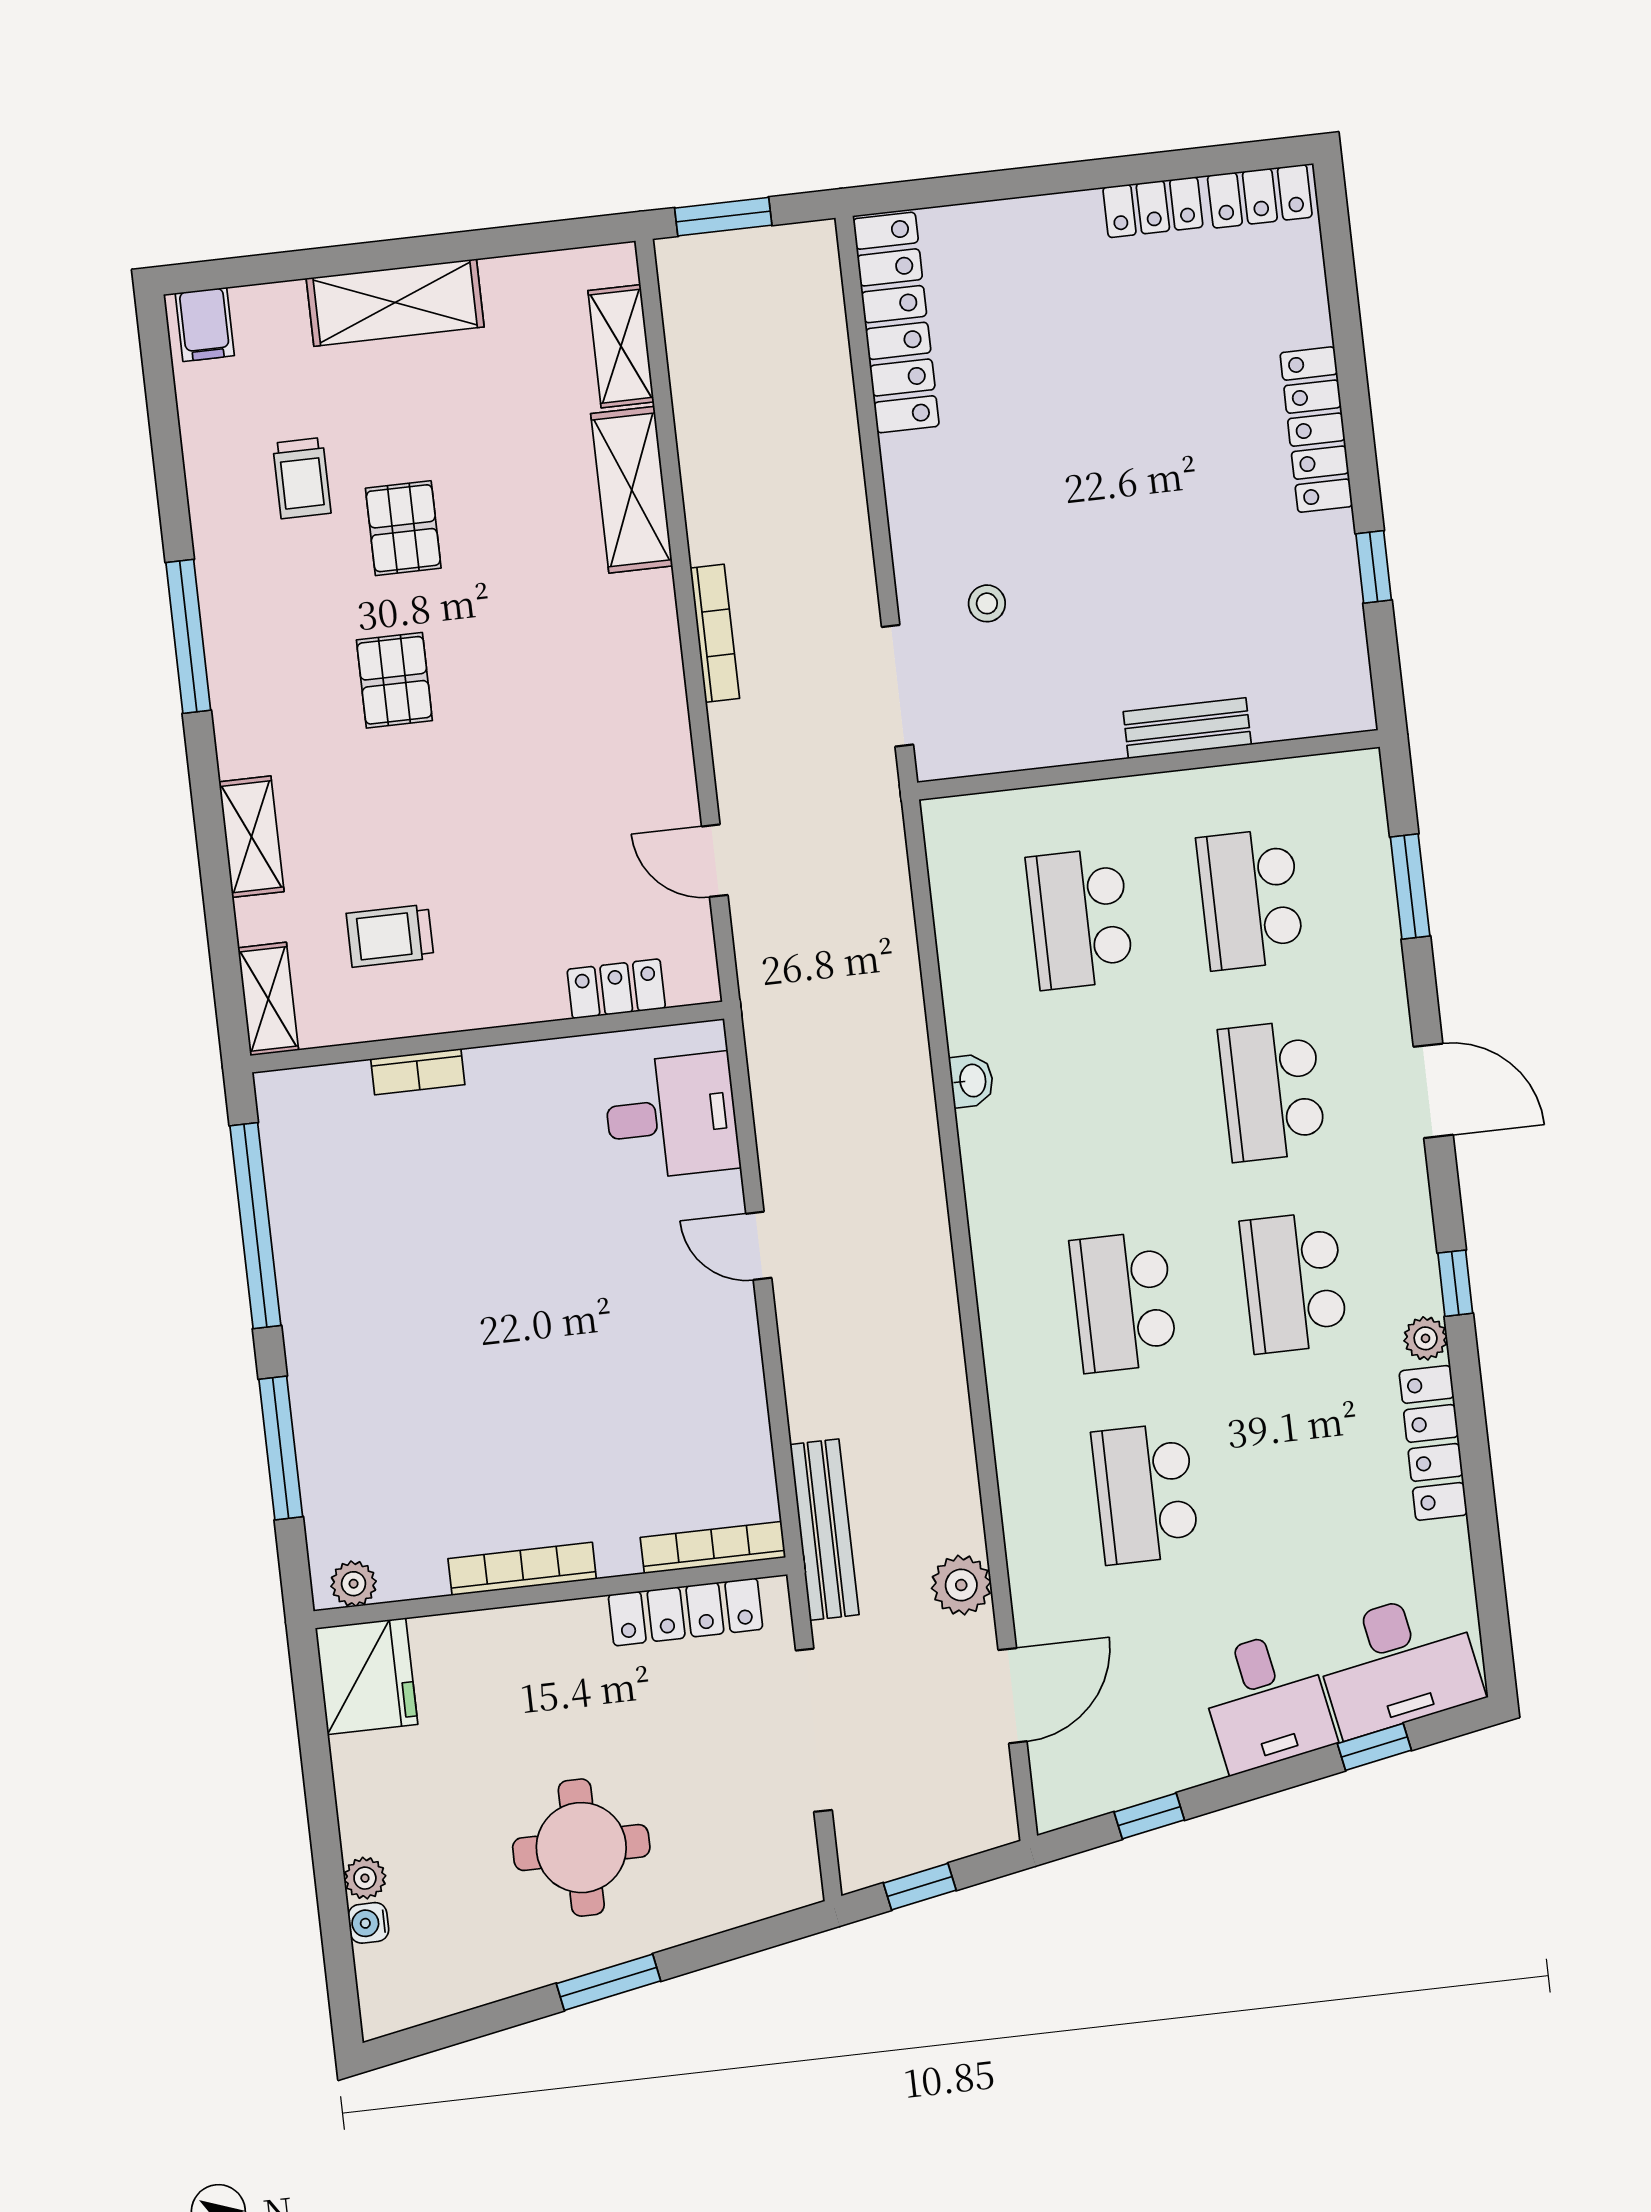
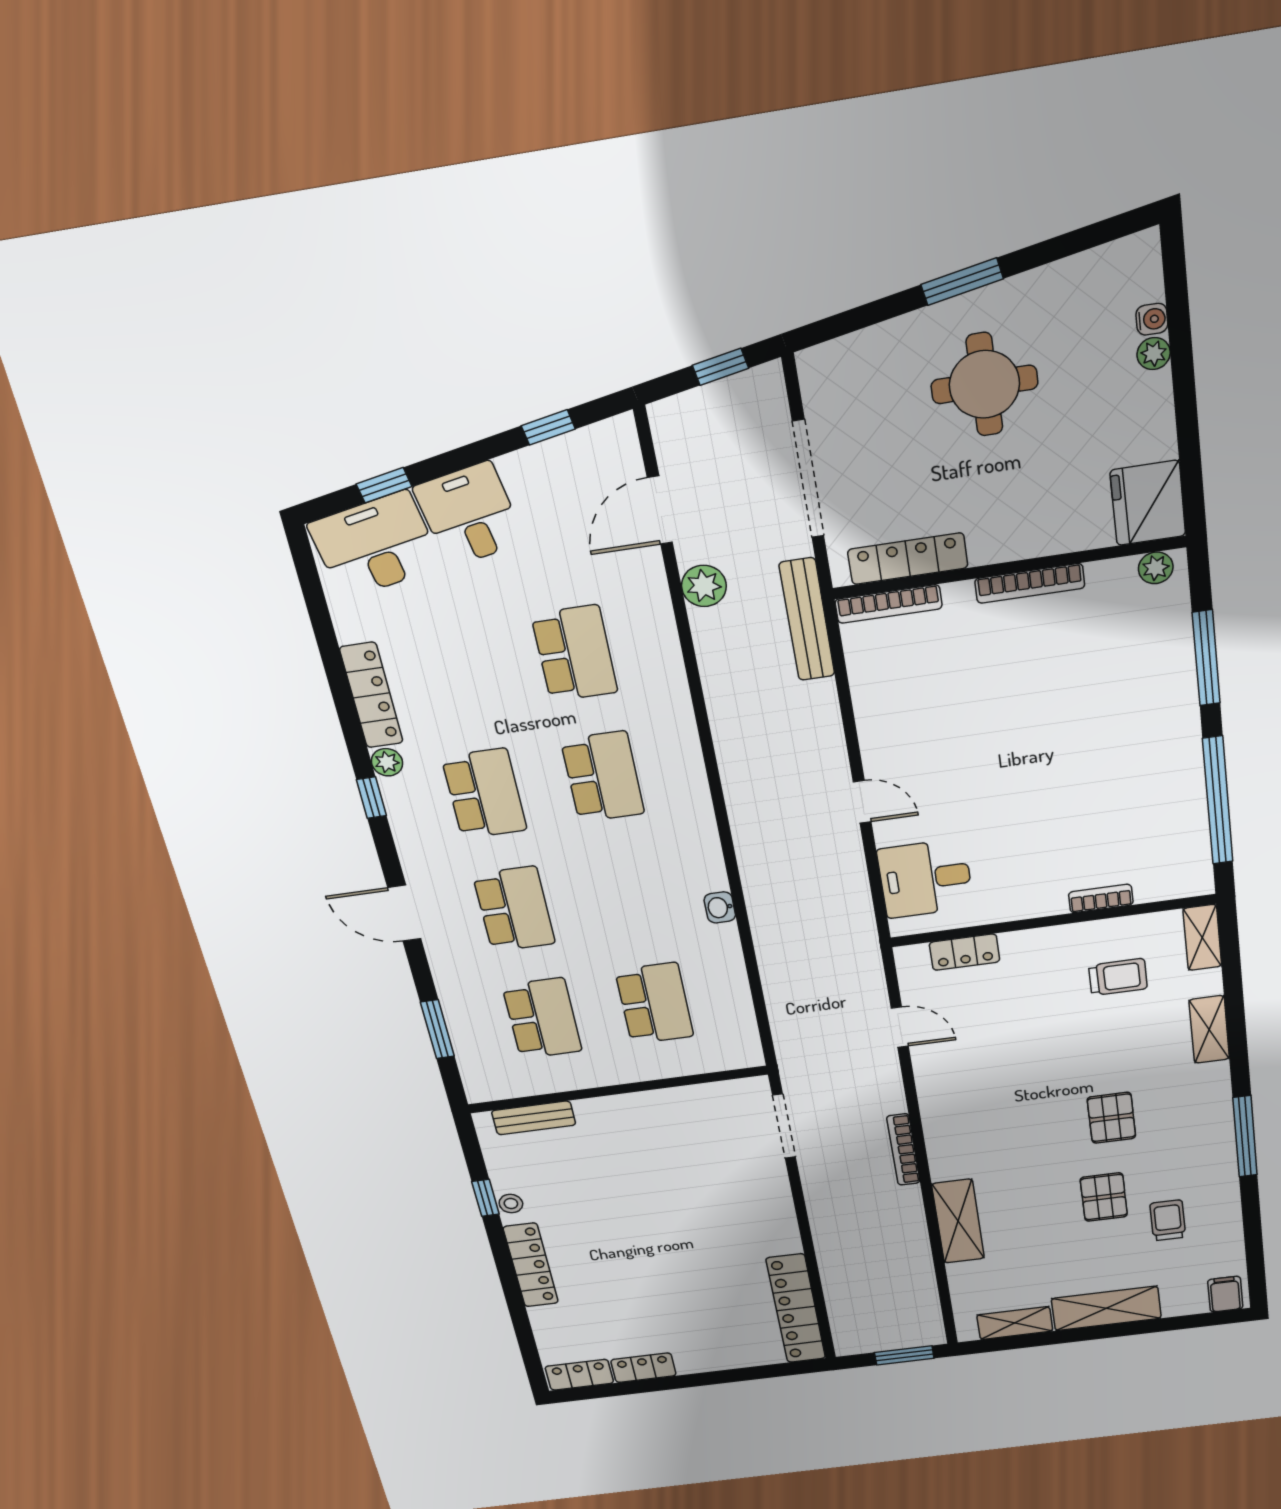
shelving: (621, 346) -> (1015, 1323), moved, turned 90
stool: (987, 603) -> (511, 1204), moved
bench: (1187, 728) -> (534, 1118), moved

